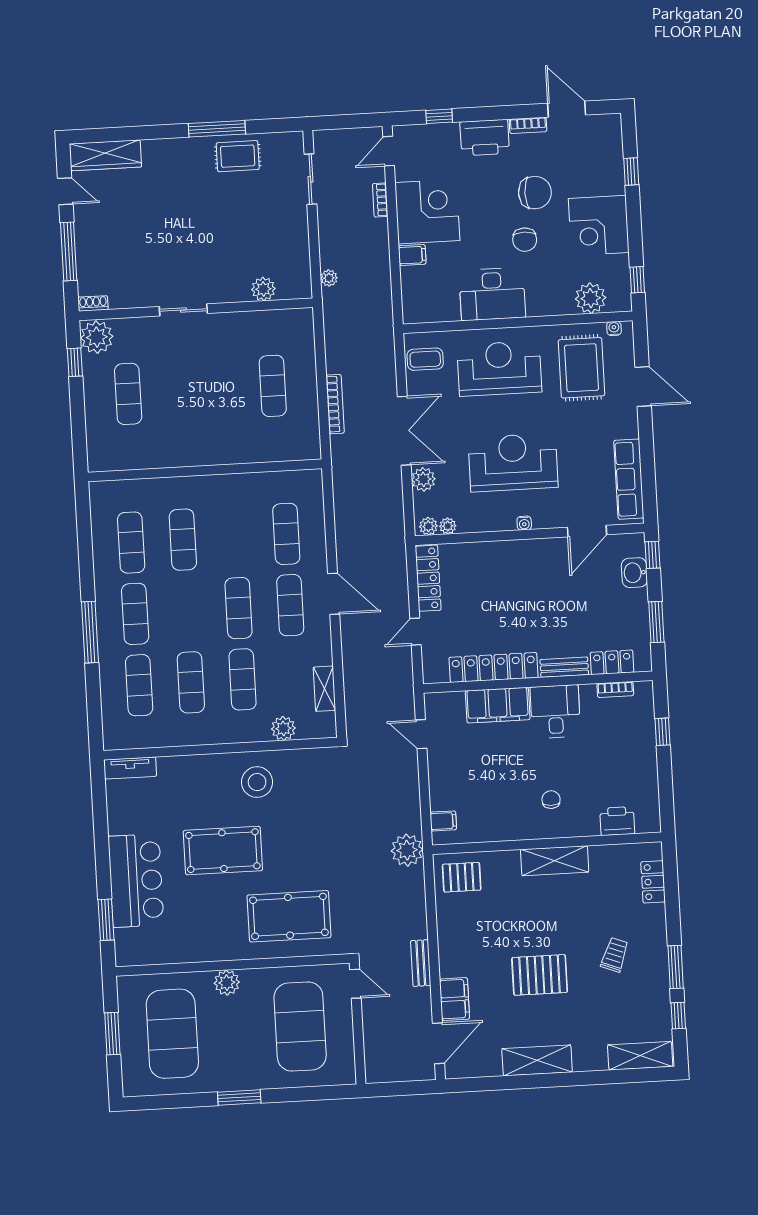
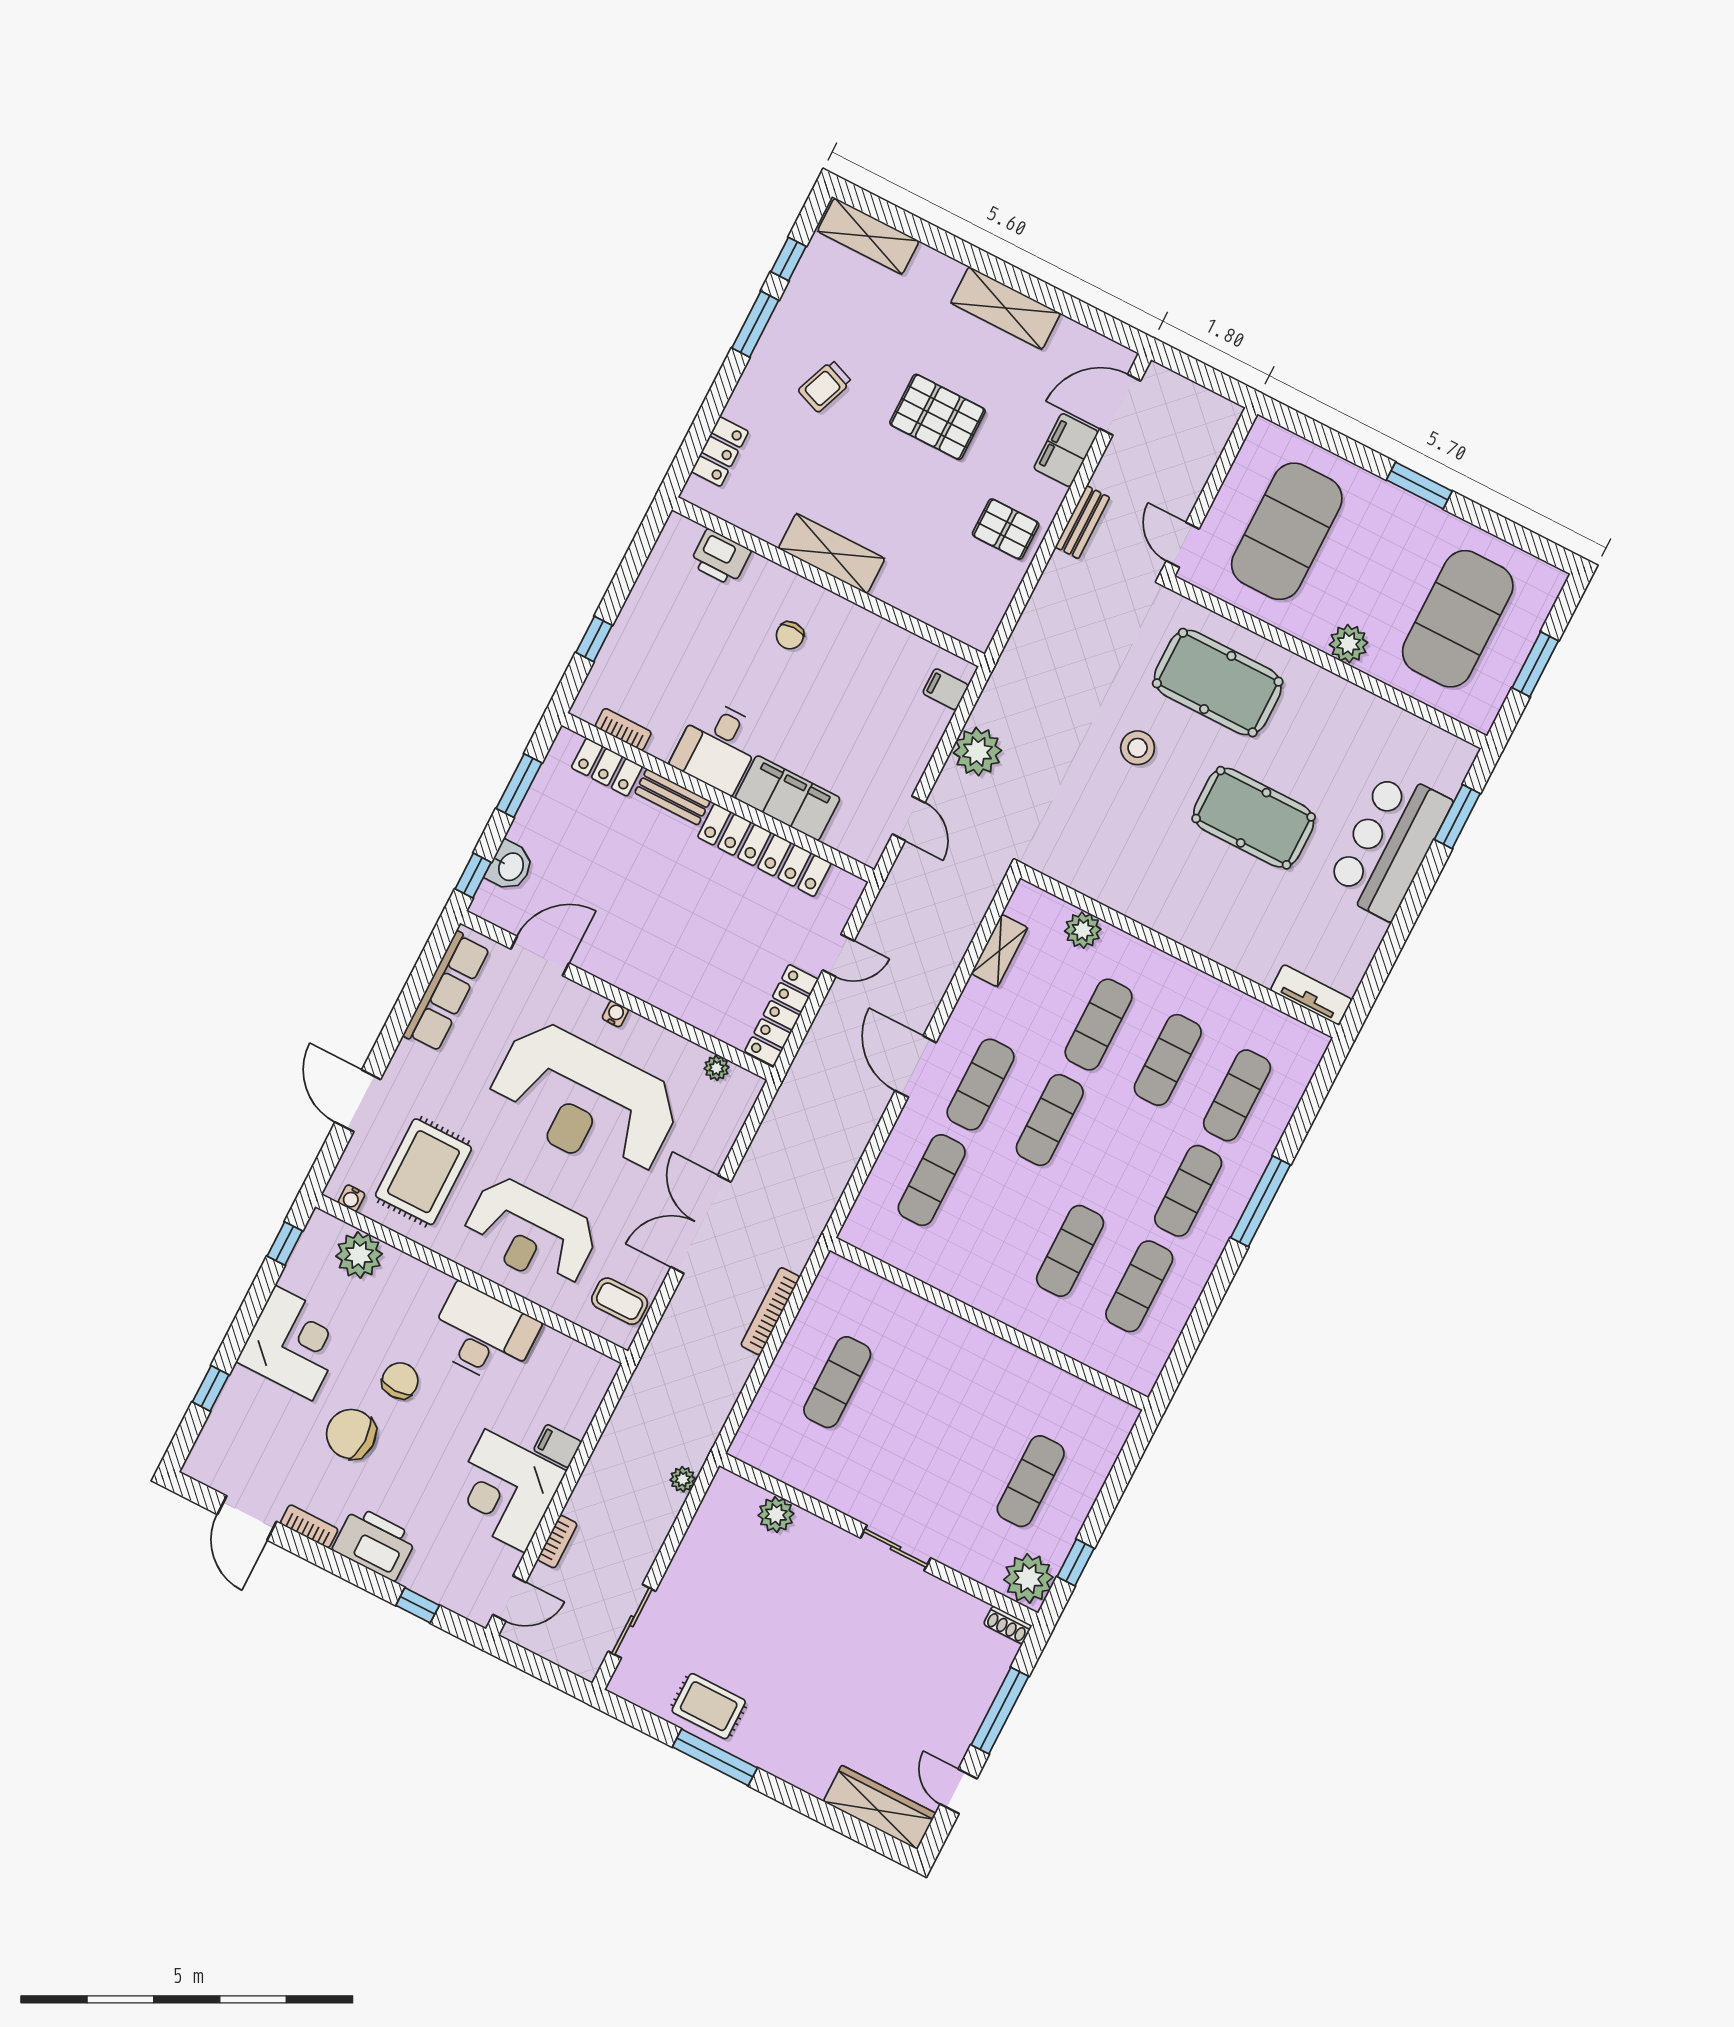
reception desk: (513, 463) -> (584, 1101), width x1.36, depth x1.30
plant: (423, 479) -> (713, 1147), removed
plant: (428, 526) -> (742, 1082), removed
stool: (257, 782) -> (1138, 748), moved, width x0.73, depth x0.73
plant: (407, 850) -> (977, 752), moved
pallet: (462, 877) -> (1006, 529), moved

